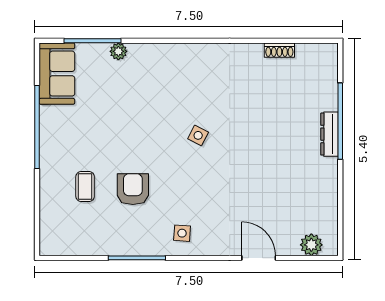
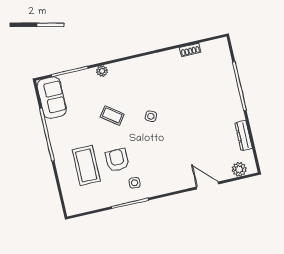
plant: (118, 51) -> (102, 71), moved
coffee table: (141, 121) -> (112, 116), added
dresser: (330, 134) -> (244, 136), moved
coffee table: (85, 187) -> (86, 165), width x1.86, depth x1.72
side table: (182, 233) -> (135, 183), moved

